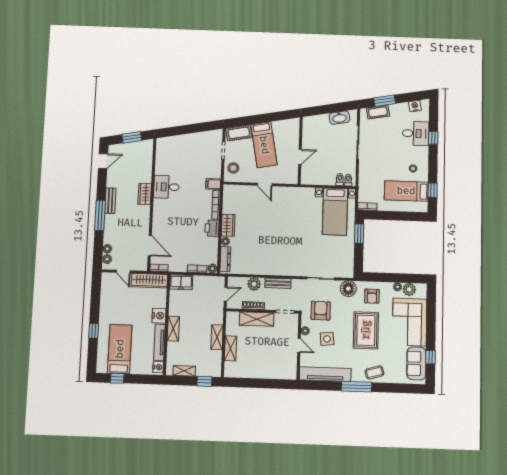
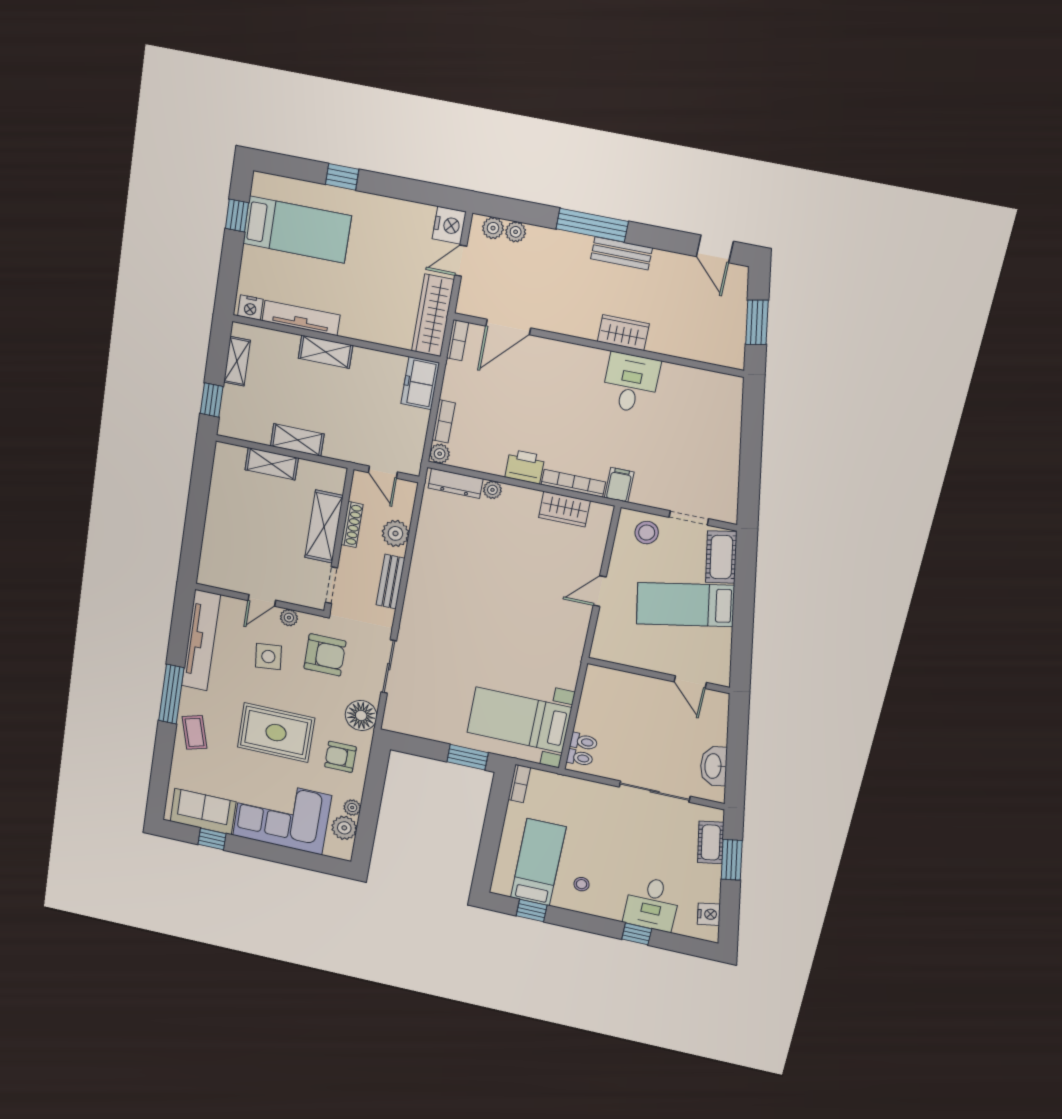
door: (300, 157) -> (690, 682), moved
wardrobe: (228, 225) -> (564, 509), moved
nightstand: (159, 316) -> (449, 225), moved, turned -90

